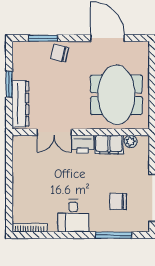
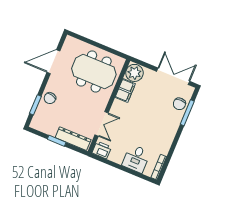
plant: (131, 142) -> (134, 73), width x1.88, depth x1.88
printer: (83, 144) -> (102, 150), moved, turned -90
chair: (118, 201) -> (179, 104), moved
desk: (73, 216) -> (136, 159), moved, turned 90

